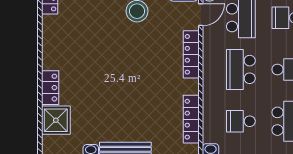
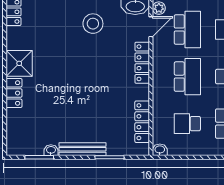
school desk: (241, 69) -> (187, 77), turned 180
shower: (56, 120) -> (19, 63), moved

